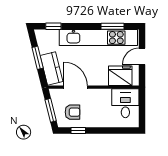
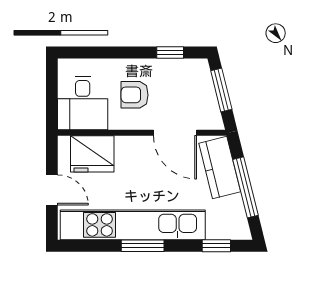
window: (113, 26) -> (143, 246), moved
door: (142, 56) -> (52, 190), hinge flipped
window: (38, 58) -> (246, 187), width x1.44
armchair: (72, 112) -> (135, 95), moved

